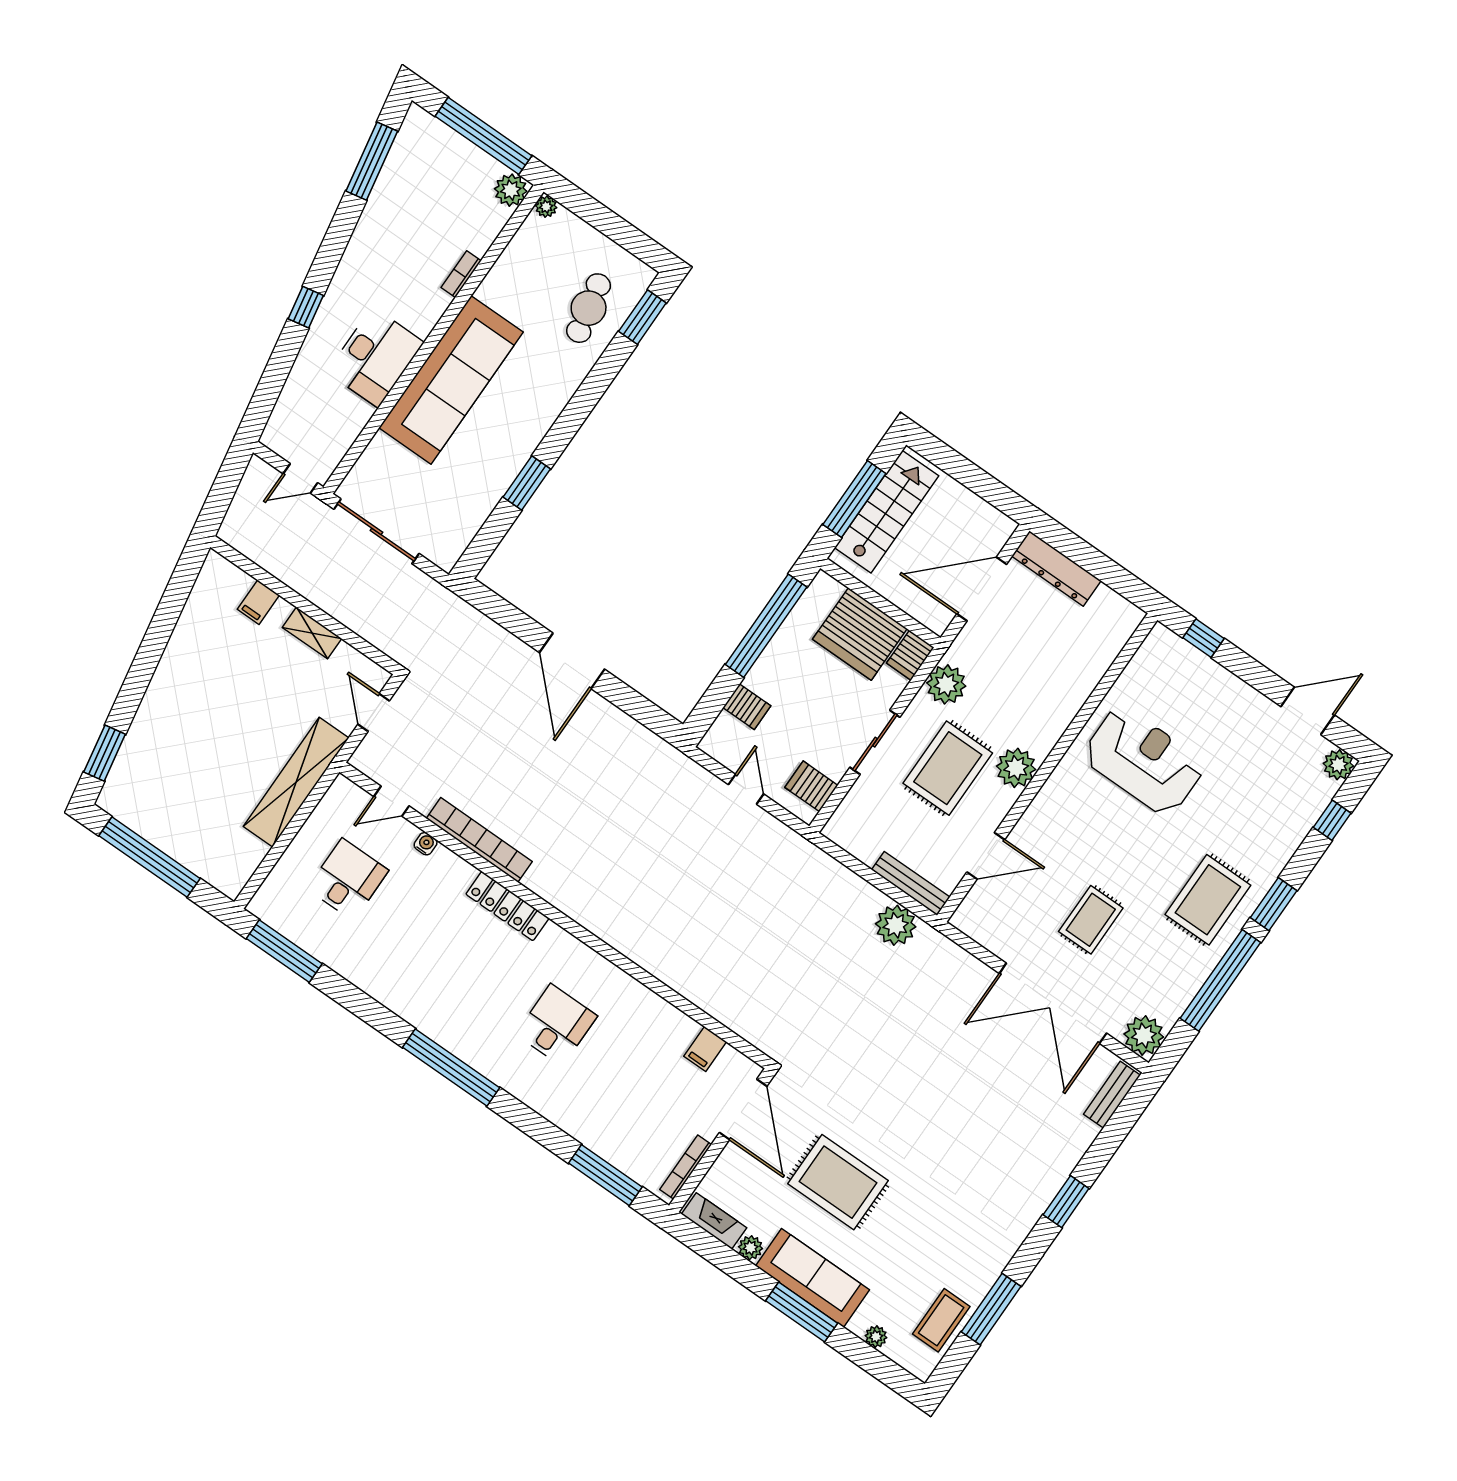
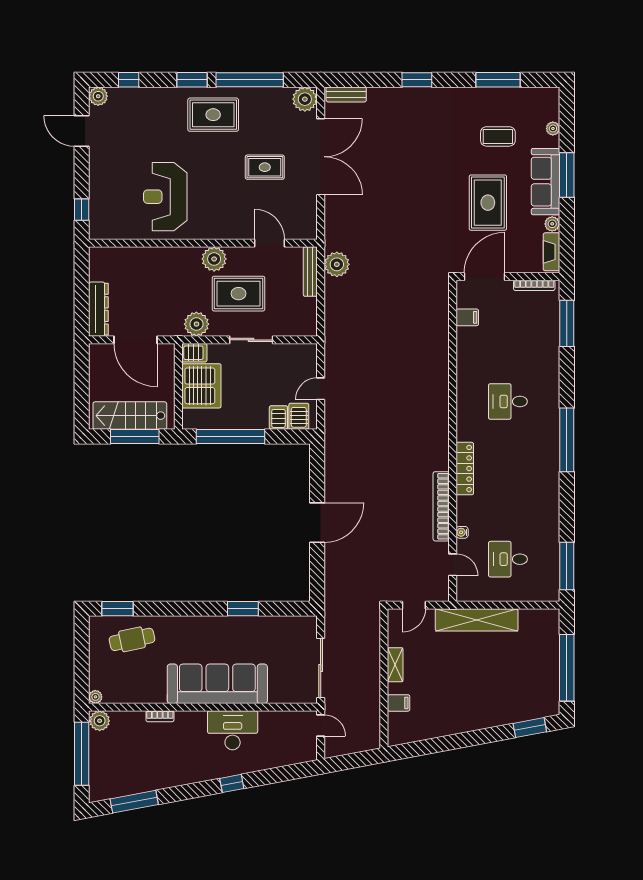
server rack: (811, 786) -> (299, 416), moved, turned 180
coffee table: (941, 1320) -> (498, 136), moved

